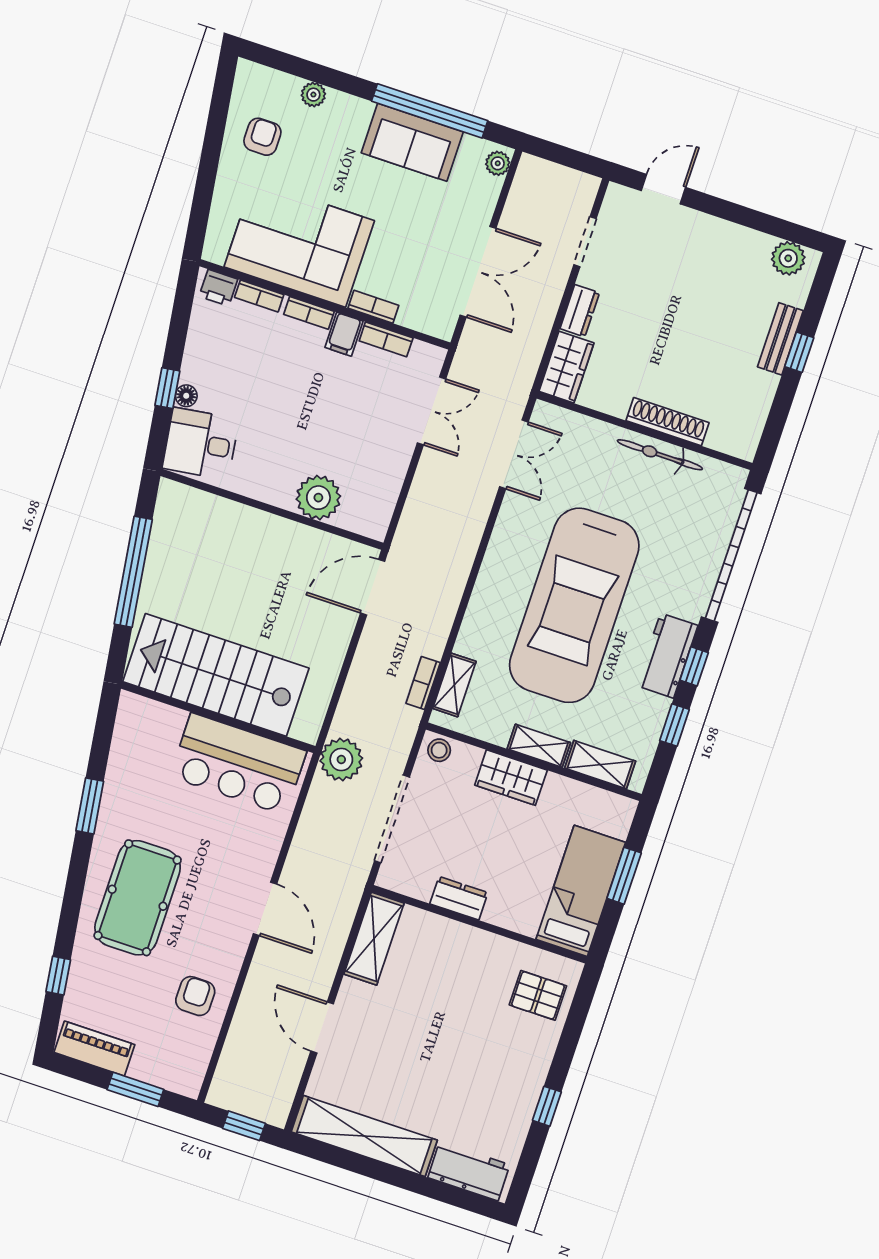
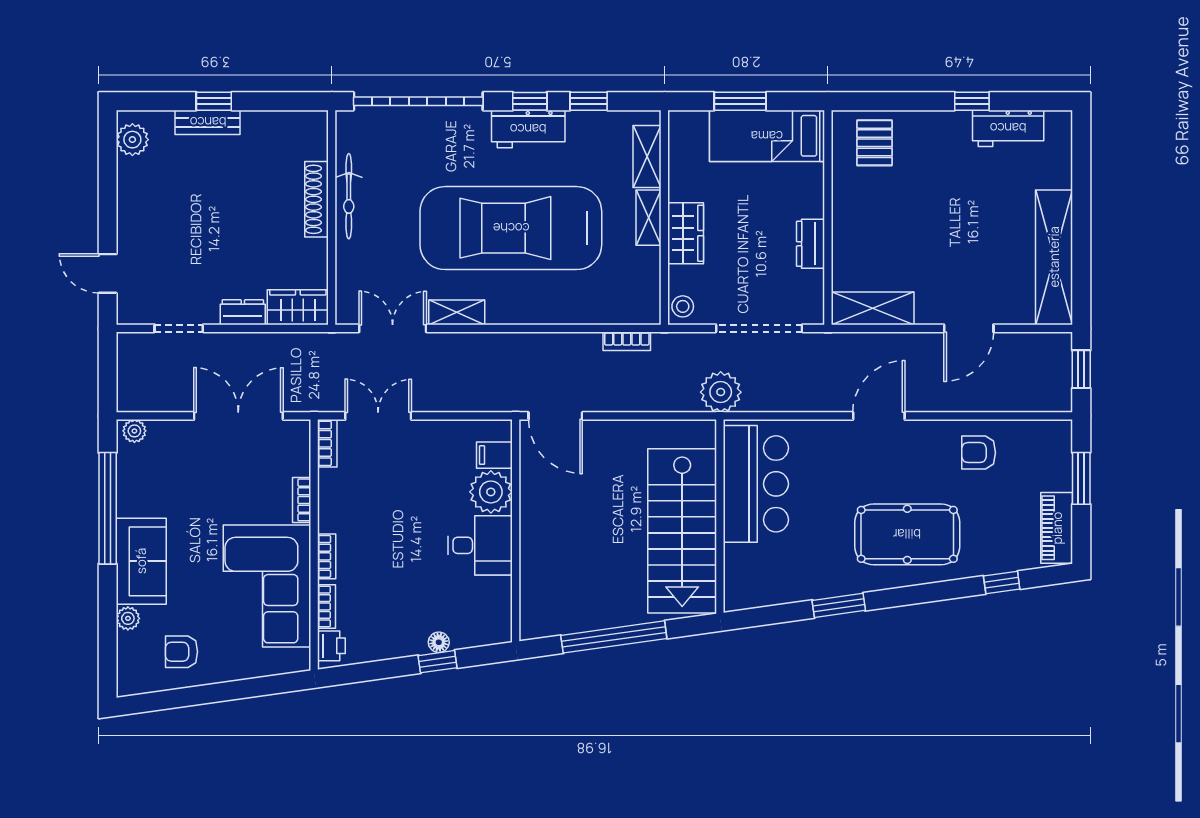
sofa: (412, 142) -> (141, 561), moved
filing cabinet: (344, 334) -> (494, 455), moved, turned 180
bookcase: (386, 339) -> (327, 443), moved
desk: (201, 444) -> (480, 545), moved, turned -82
car: (574, 605) -> (511, 228), turned 180
shelving: (454, 685) -> (457, 312), moved
workbench: (469, 1171) -> (1008, 128), moved, turned -90

